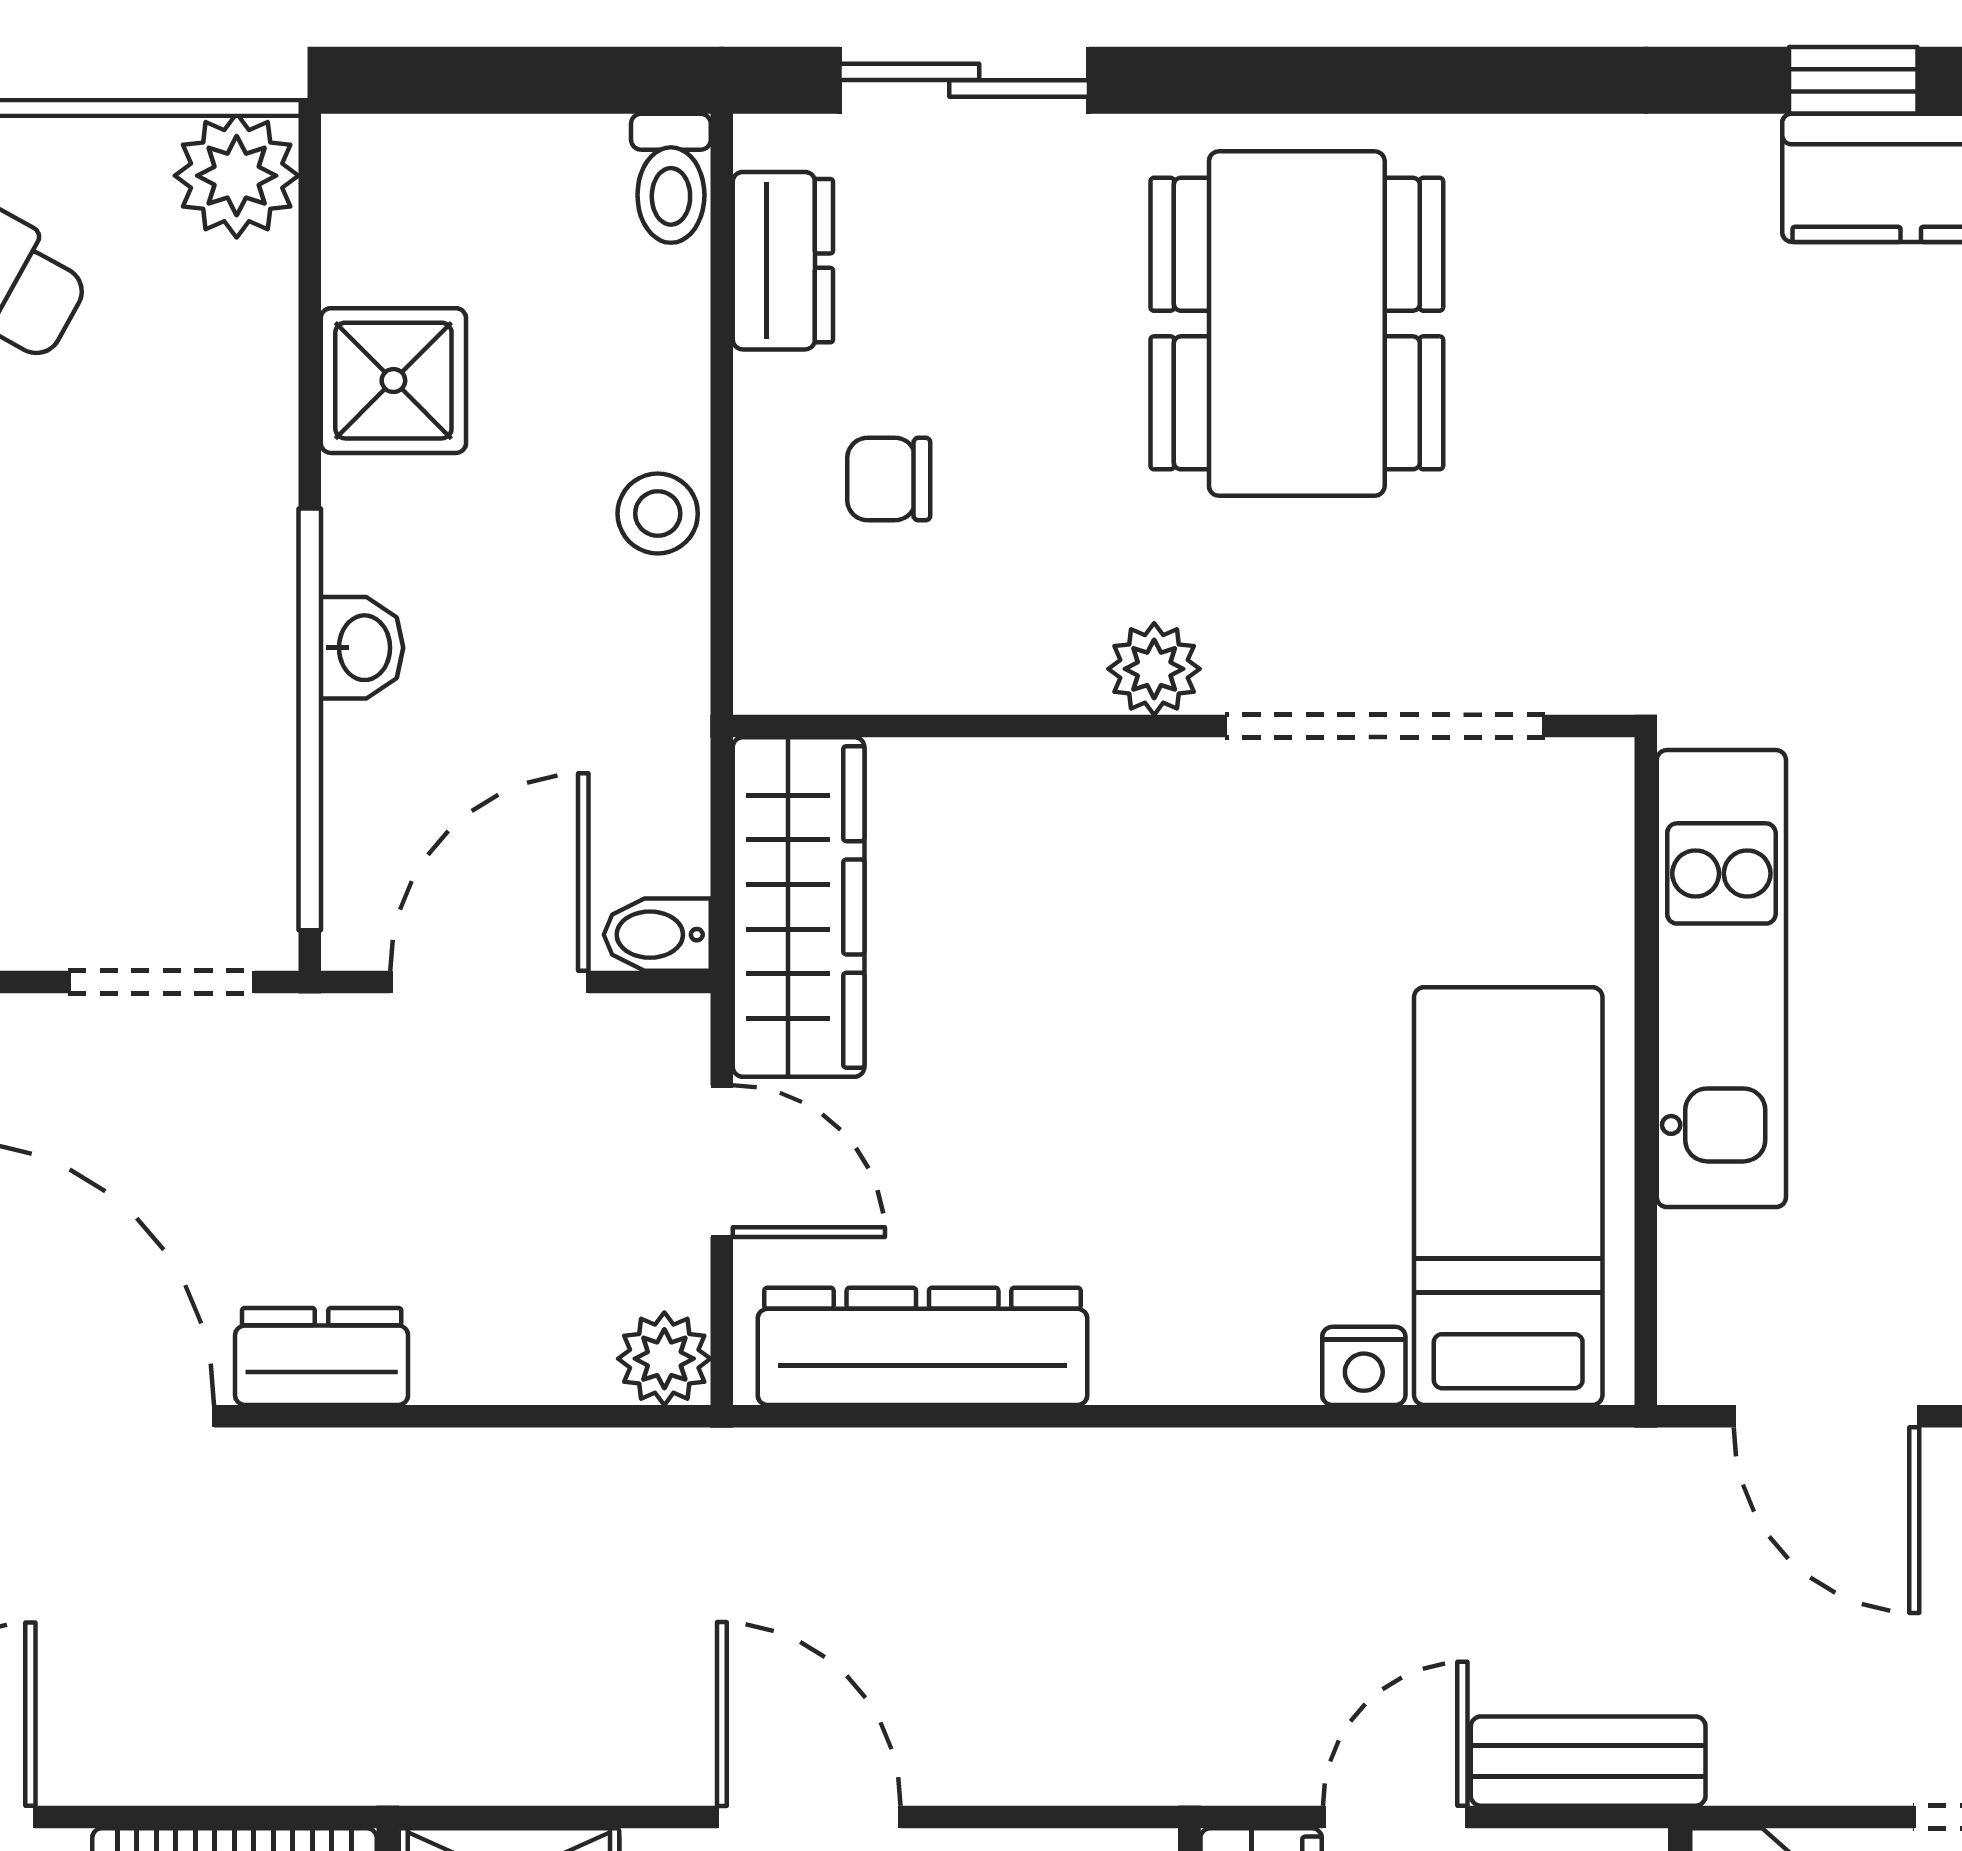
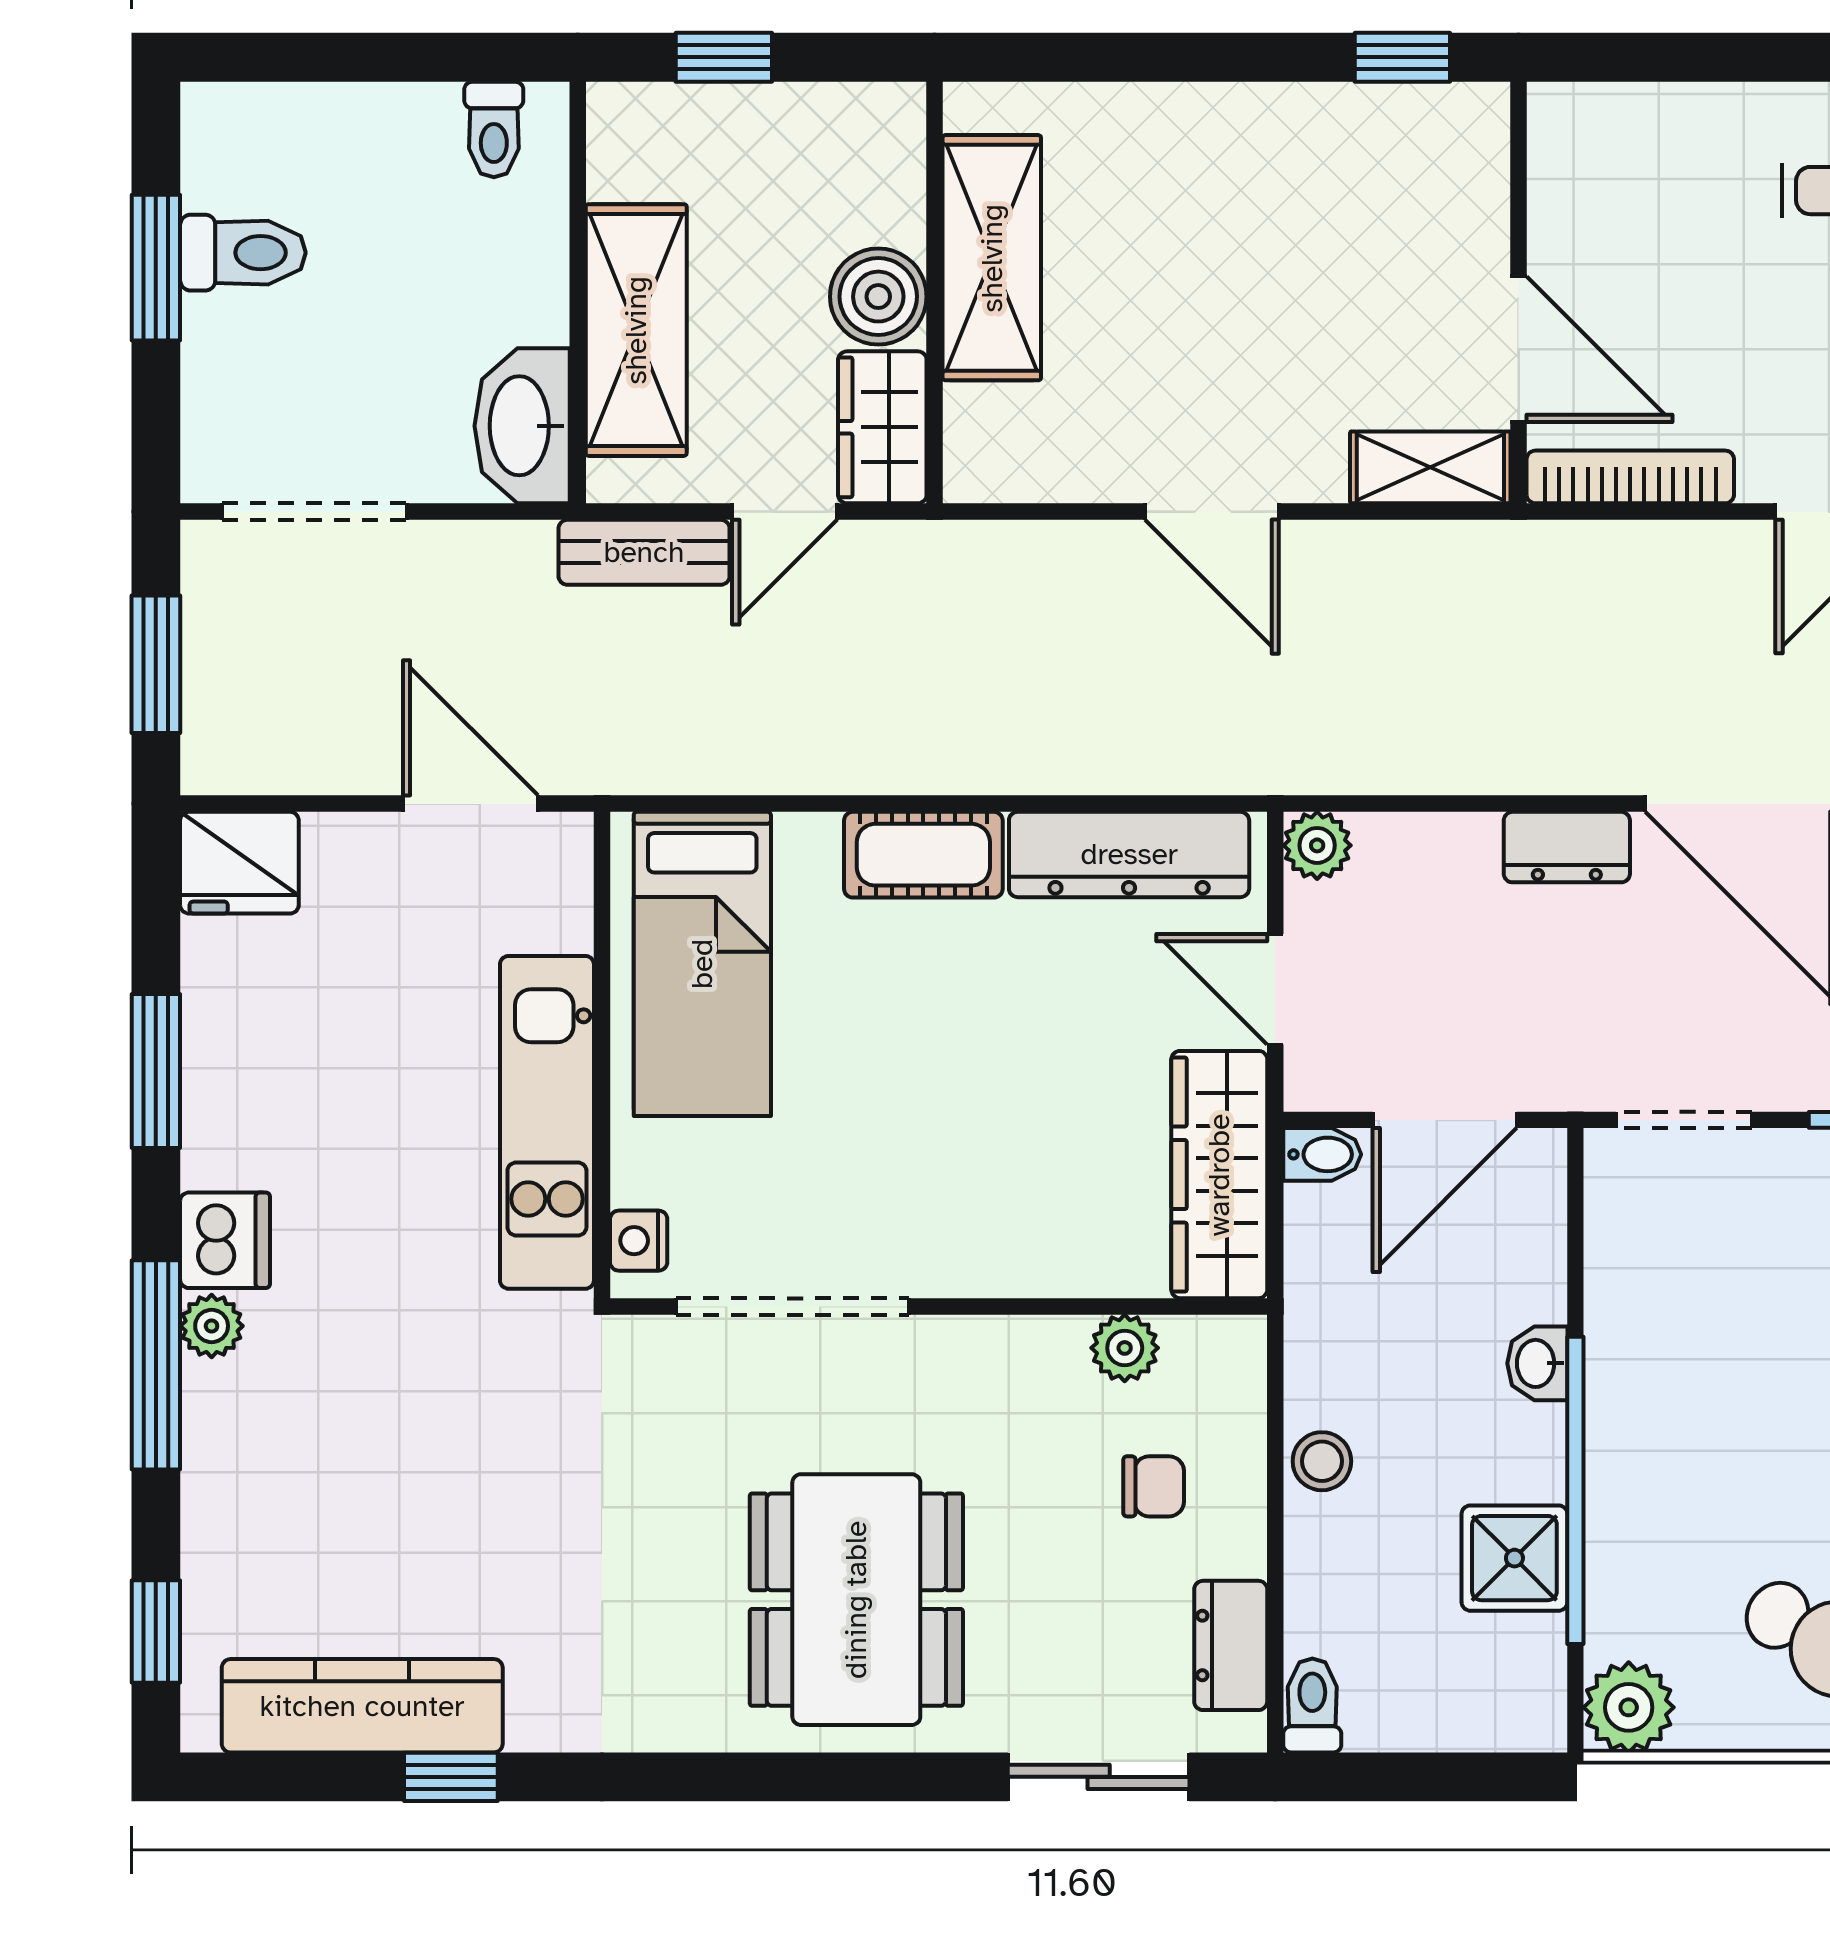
plant: (1154, 669) -> (1125, 1348), moved
window: (310, 719) -> (1575, 1490), moved
cot: (1205, 1346) -> (923, 855), added
nightstand: (1364, 1366) -> (639, 1241), moved, turned -90

